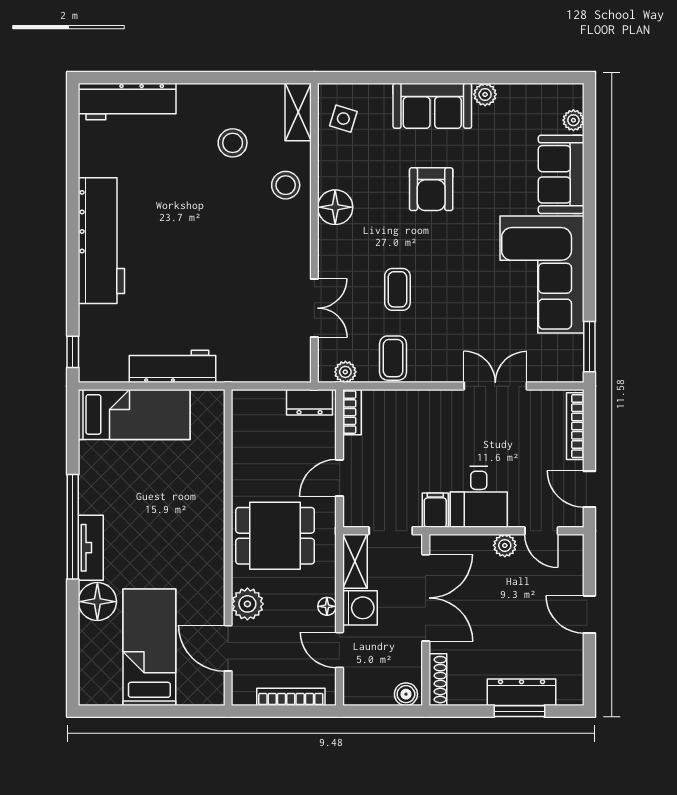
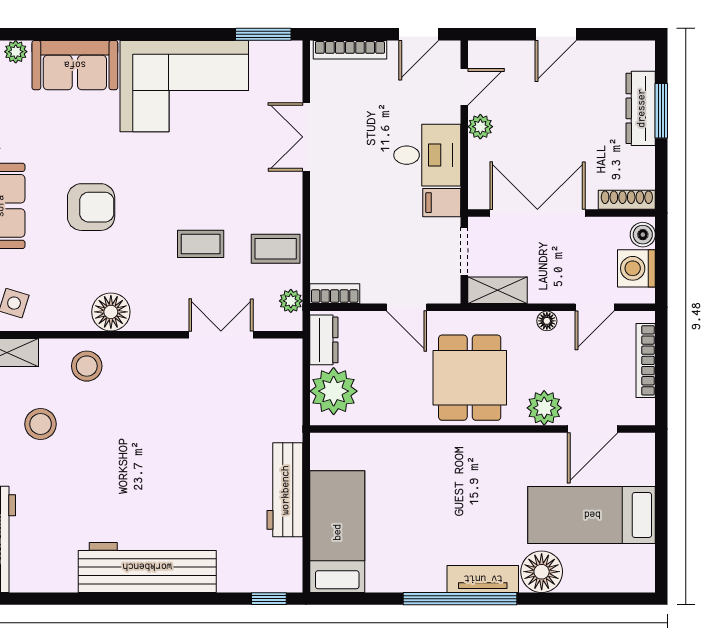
plant: (263, 411) -> (334, 391), added
washing machine: (360, 608) -> (636, 268), moved, turned -90

